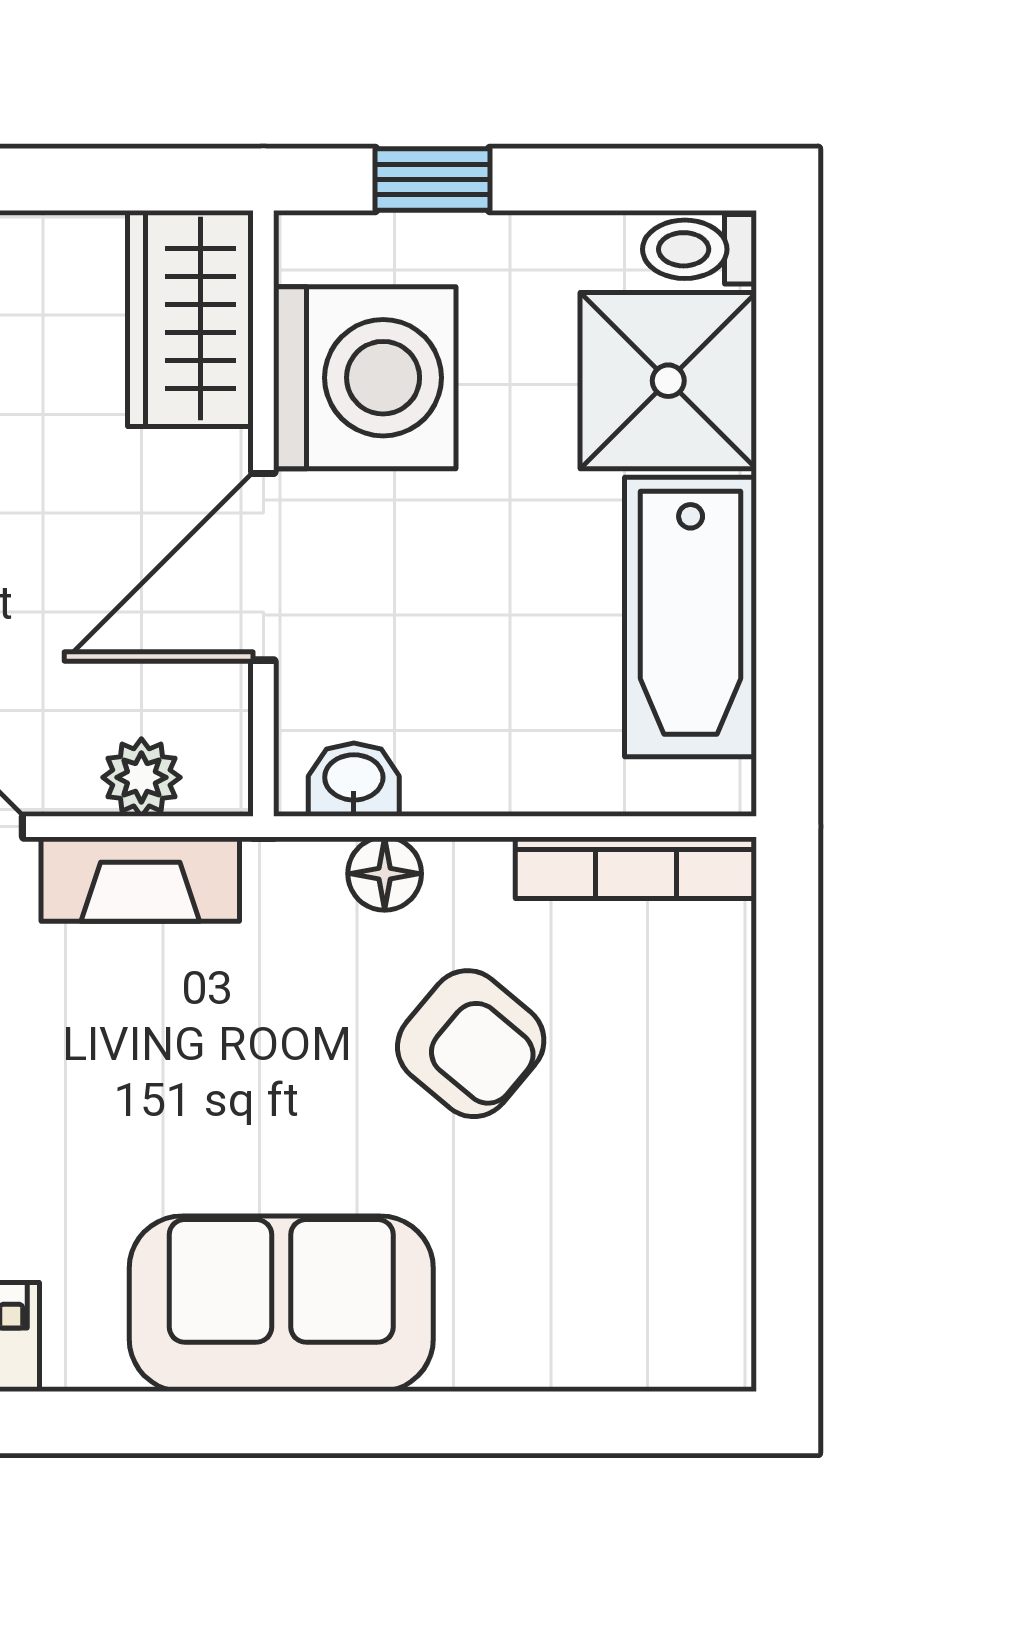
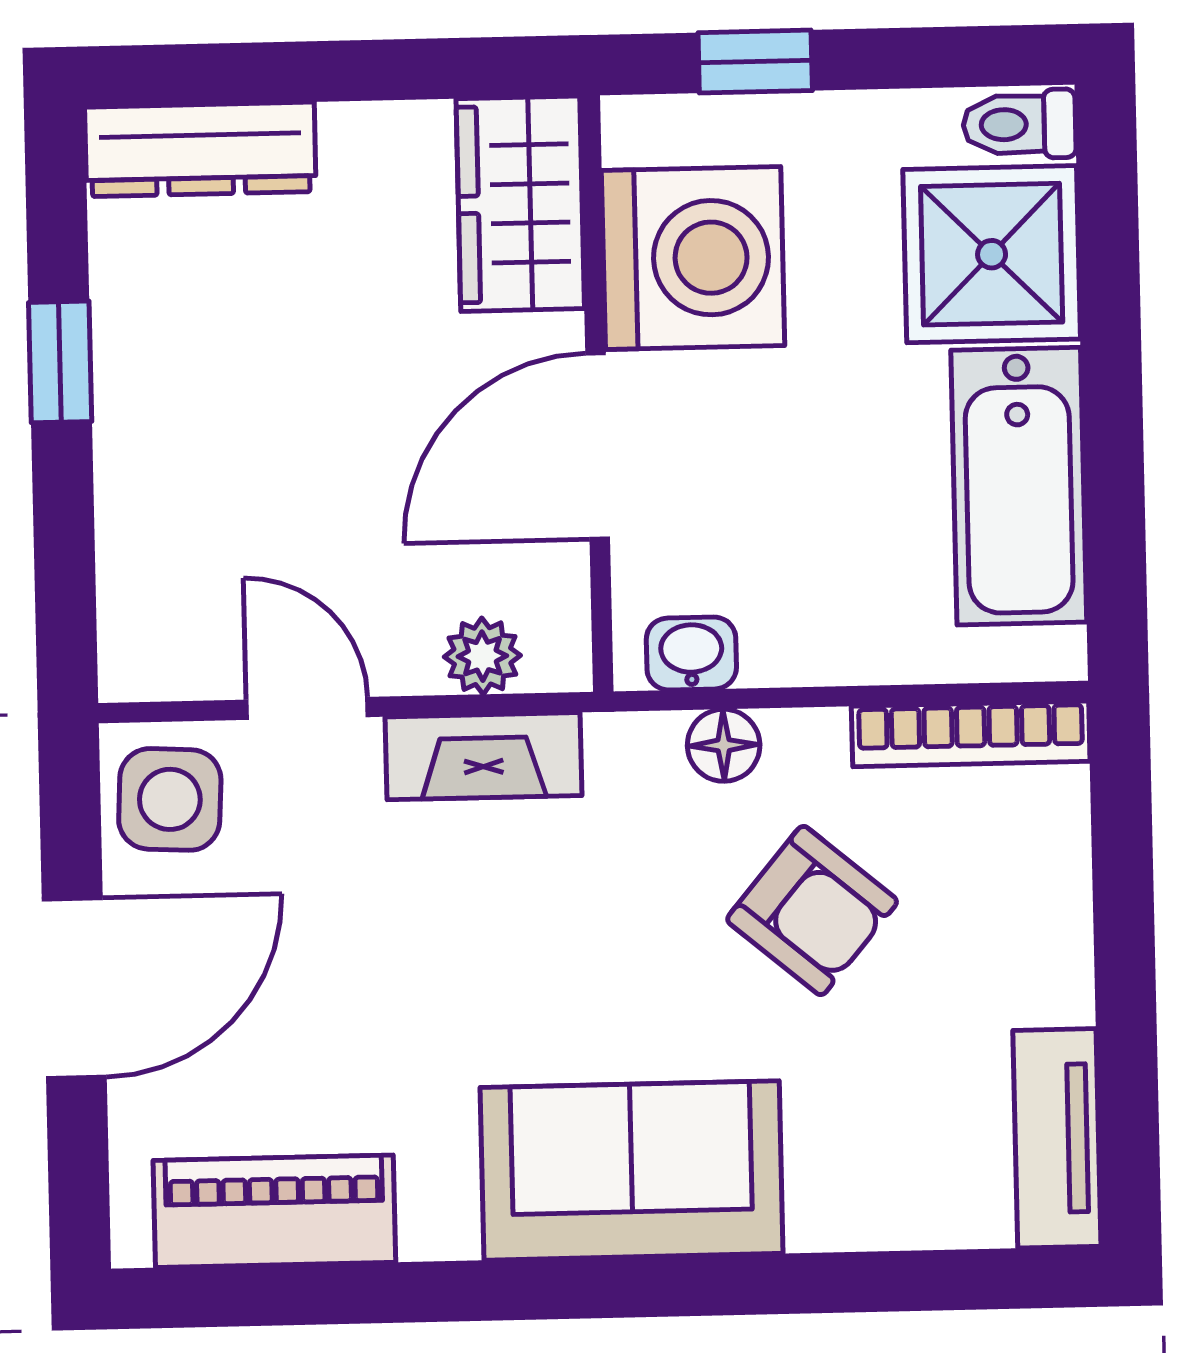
tv unit: (714, 1281) -> (1057, 1138), added

